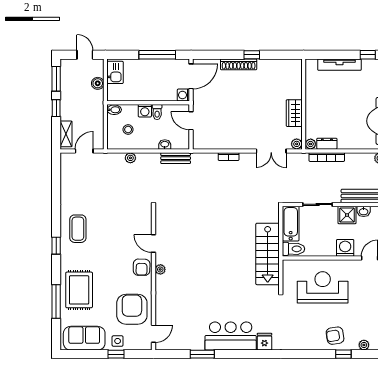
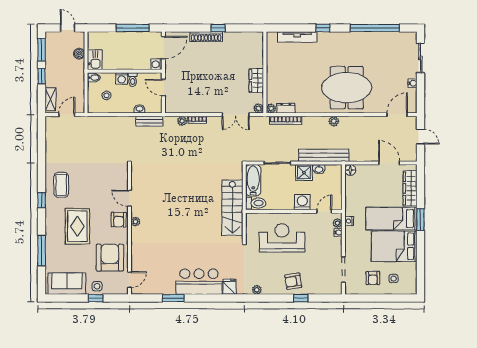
kitchen sink: (115, 72) -> (95, 60), moved
plant: (130, 158) -> (182, 121), moved
rug: (79, 290) -> (77, 226), moved
plant: (364, 345) -> (257, 290), moved

